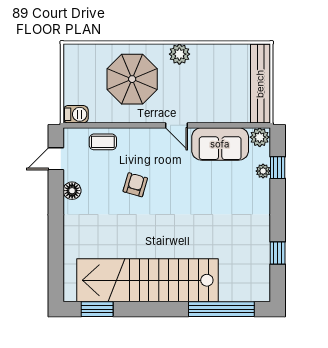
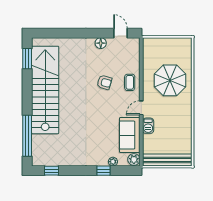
plant: (179, 54) -> (185, 110), removed
barbecue: (76, 114) -> (148, 126), moved
coffee table: (103, 142) -> (130, 82), moved
window: (278, 168) -> (104, 171), moved
window: (278, 253) -> (51, 171), moved

